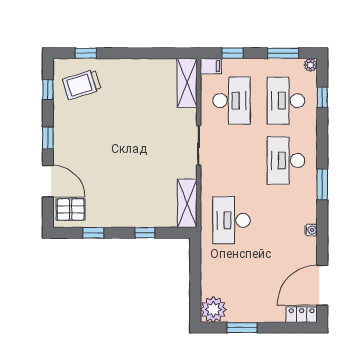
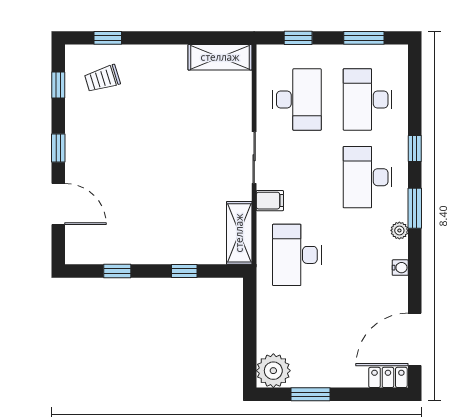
plant: (310, 65) -> (399, 230), moved
filing cabinet: (211, 66) -> (270, 201), moved
shelving: (187, 83) -> (220, 57), moved, turned 90
trolley: (82, 85) -> (102, 79), width x0.73, depth x0.72
window: (322, 97) -> (415, 149), moved
pallet: (71, 210) -> (88, 241), removed

